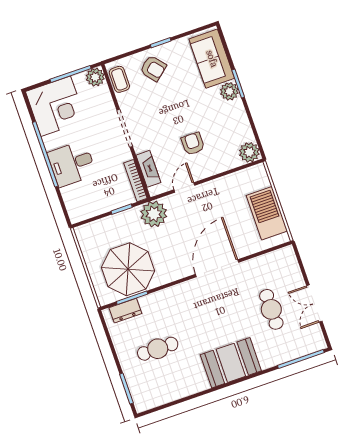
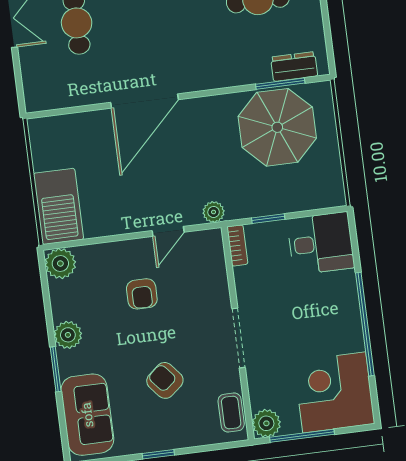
armchair: (153, 68) -> (165, 380), moved
plant: (229, 91) -> (68, 335), moved
desk: (72, 164) -> (321, 243), moved
fireplace: (148, 169) -> (216, 270), removed
bookcase: (135, 181) -> (237, 245), width x0.64
barbecue: (267, 213) -> (58, 206), moved
plant: (154, 214) -> (214, 212), width x0.53, depth x0.53

